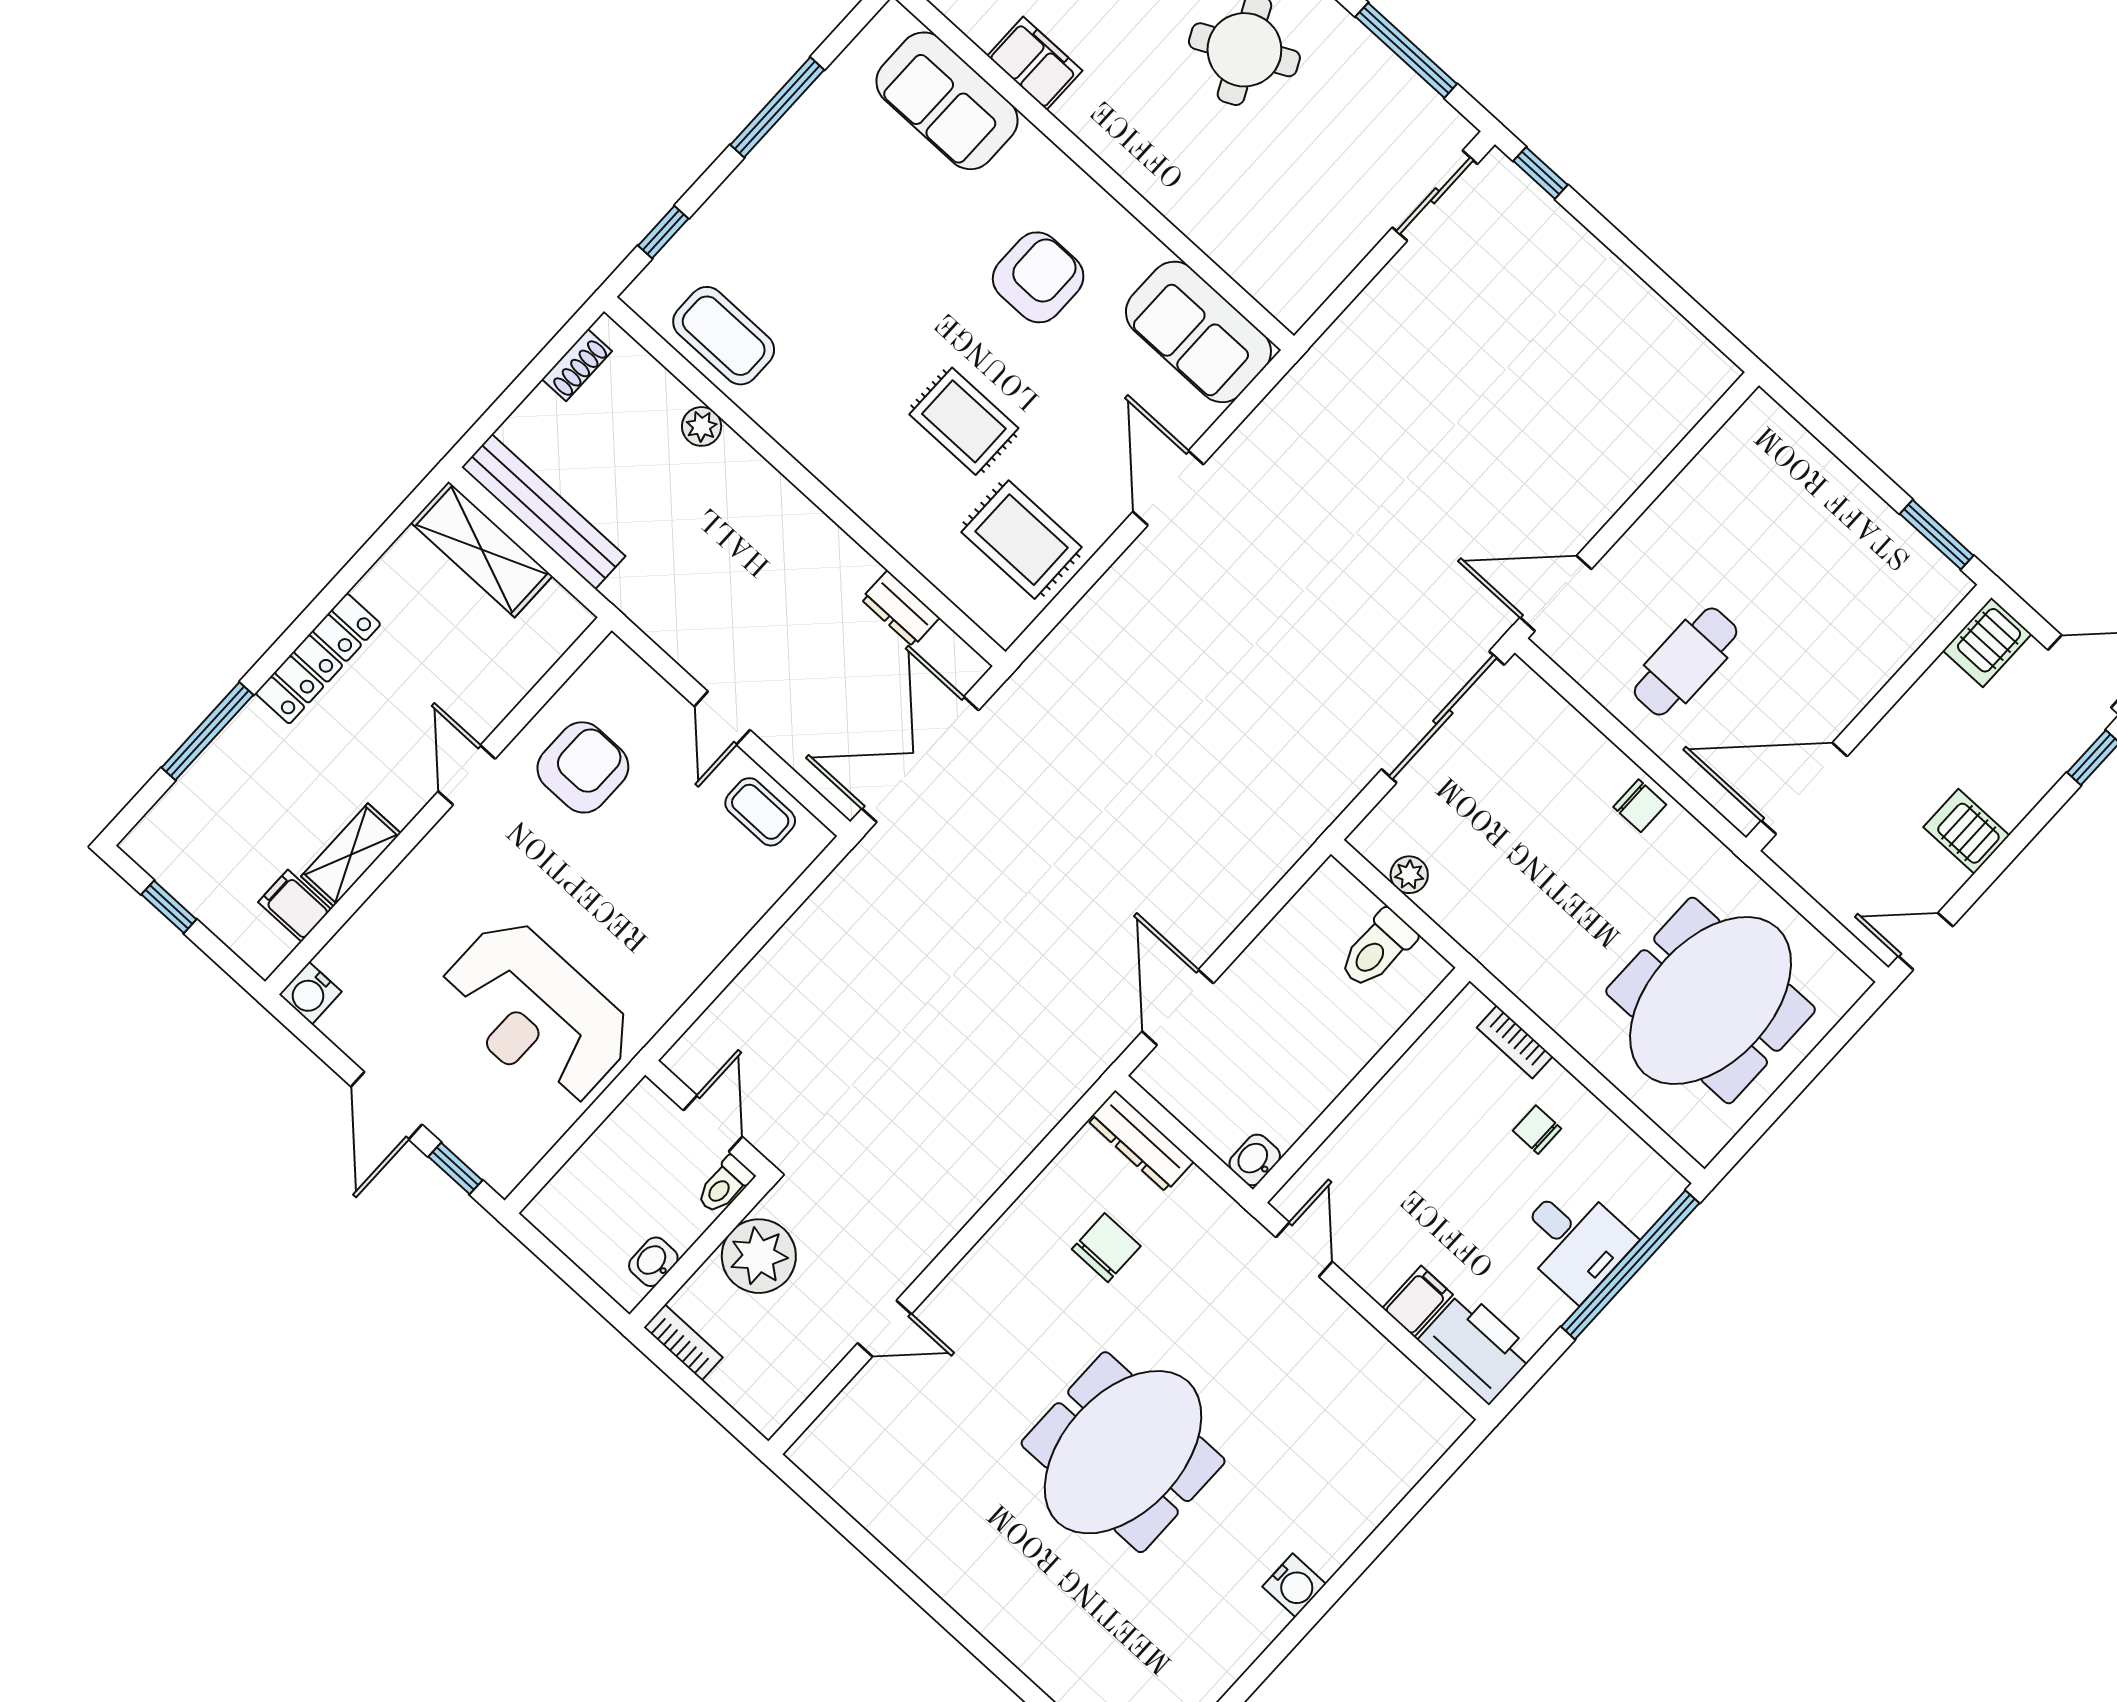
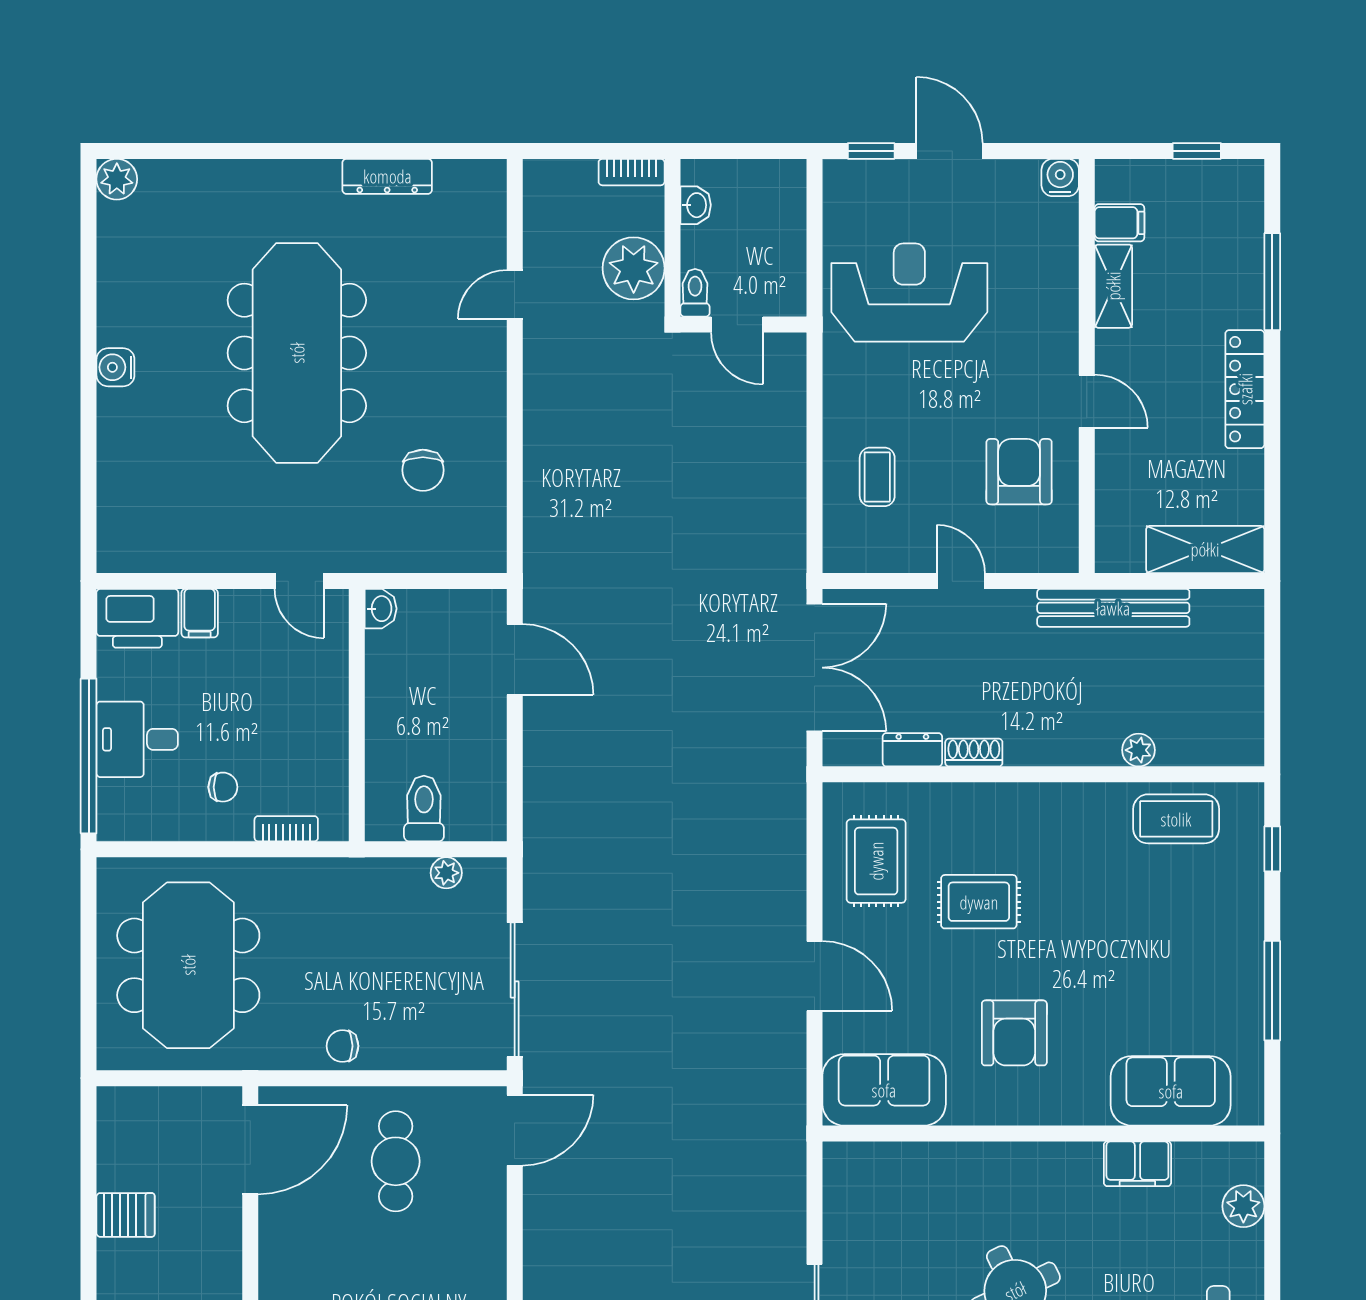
shoe rack: (577, 365) -> (974, 753), moved, turned 90
bench: (543, 512) -> (1113, 608), moved
rug: (1022, 540) -> (876, 861), turned 90
armchair: (583, 767) -> (1019, 472), turned 180
coffee table: (760, 812) -> (877, 477), moved, turned 90
door: (1926, 941) -> (89, 1124), removed
dresser: (1141, 1141) -> (387, 176), moved, turned 180
meeting table: (1123, 1452) -> (297, 353), width x1.36

